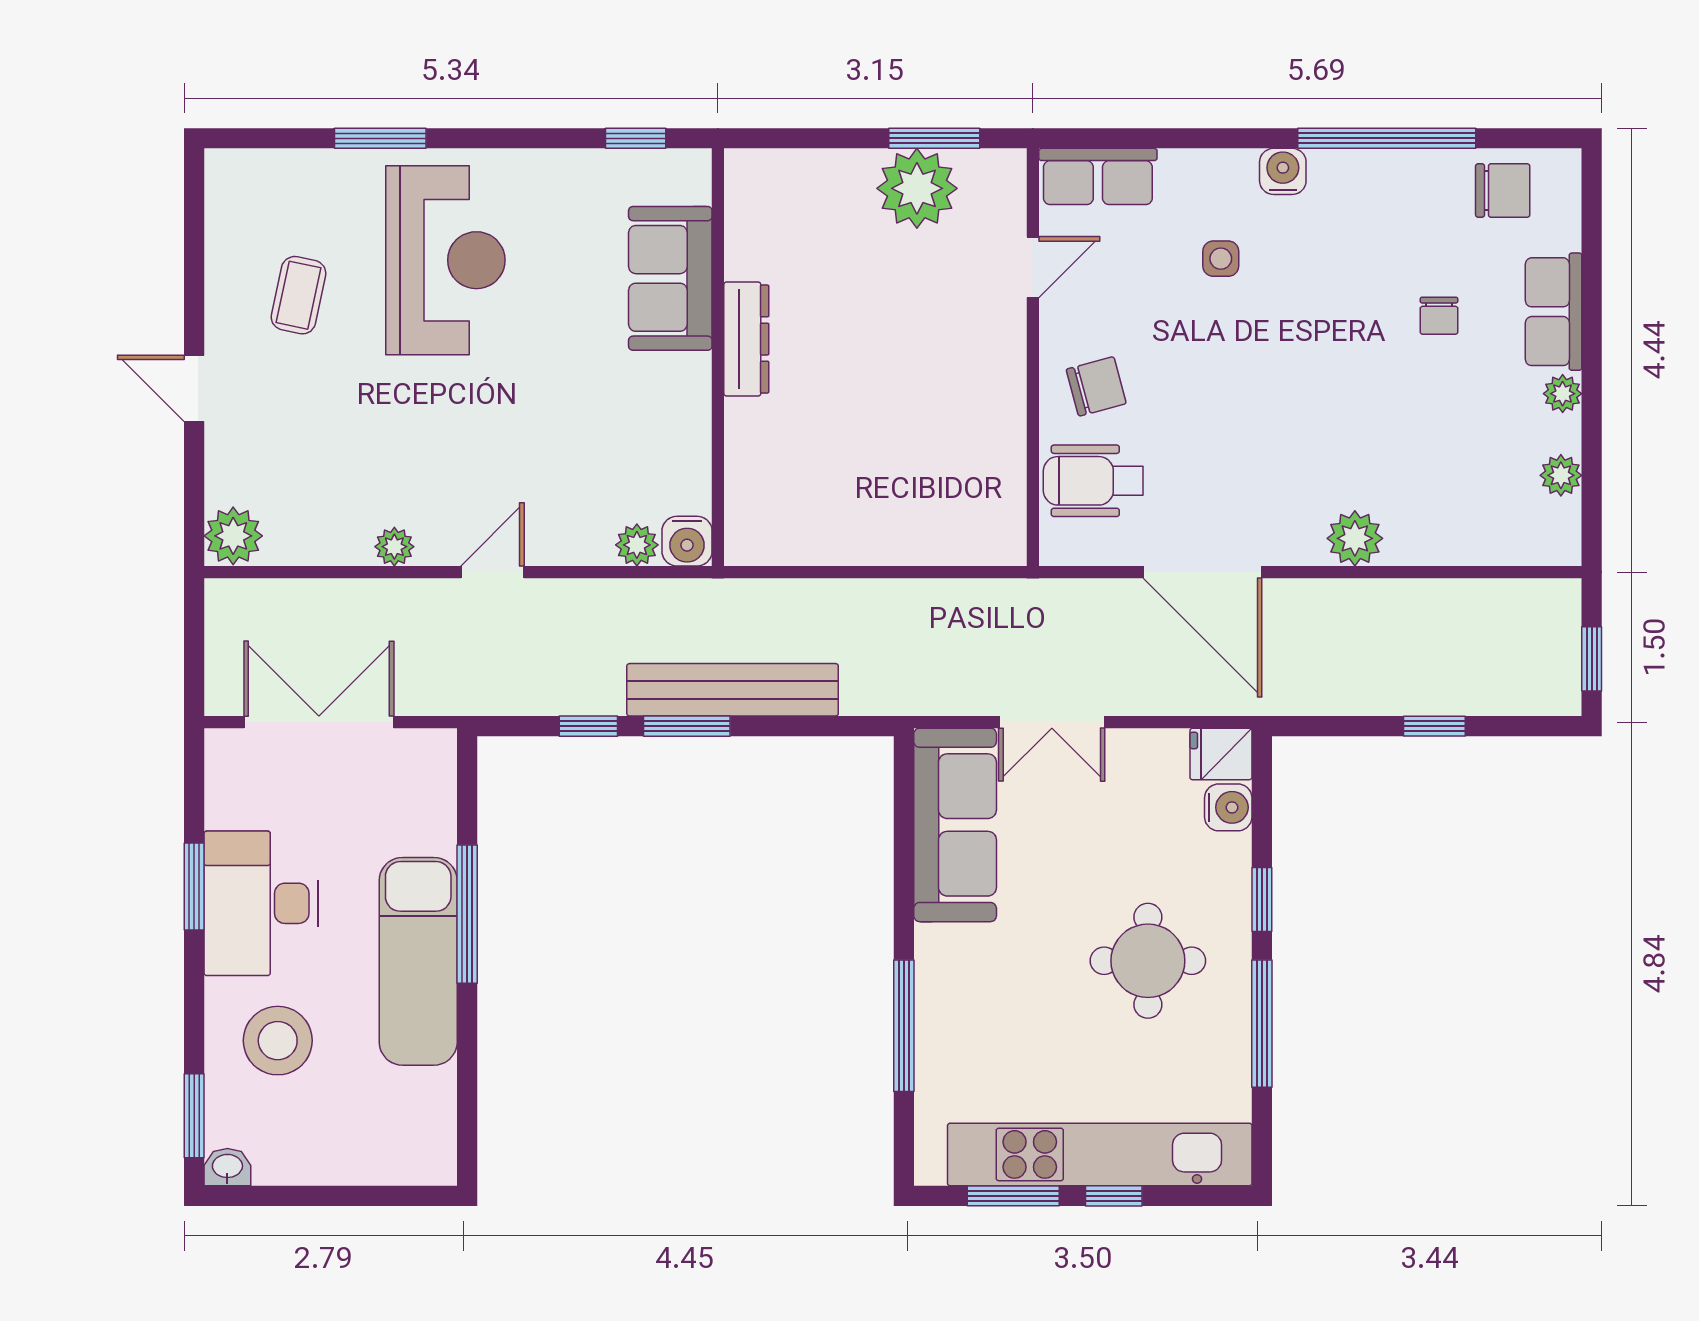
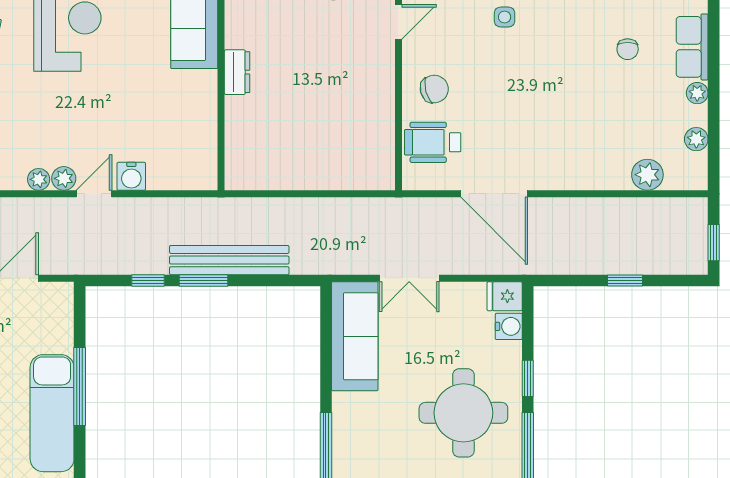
dresser: (746, 339) -> (237, 72), width x0.70
plant: (1355, 538) -> (647, 175), moved
water cooler: (687, 541) -> (131, 176), moved
plant: (637, 545) -> (64, 178), moved
round table: (1148, 961) -> (463, 413), width x1.36, depth x1.36

